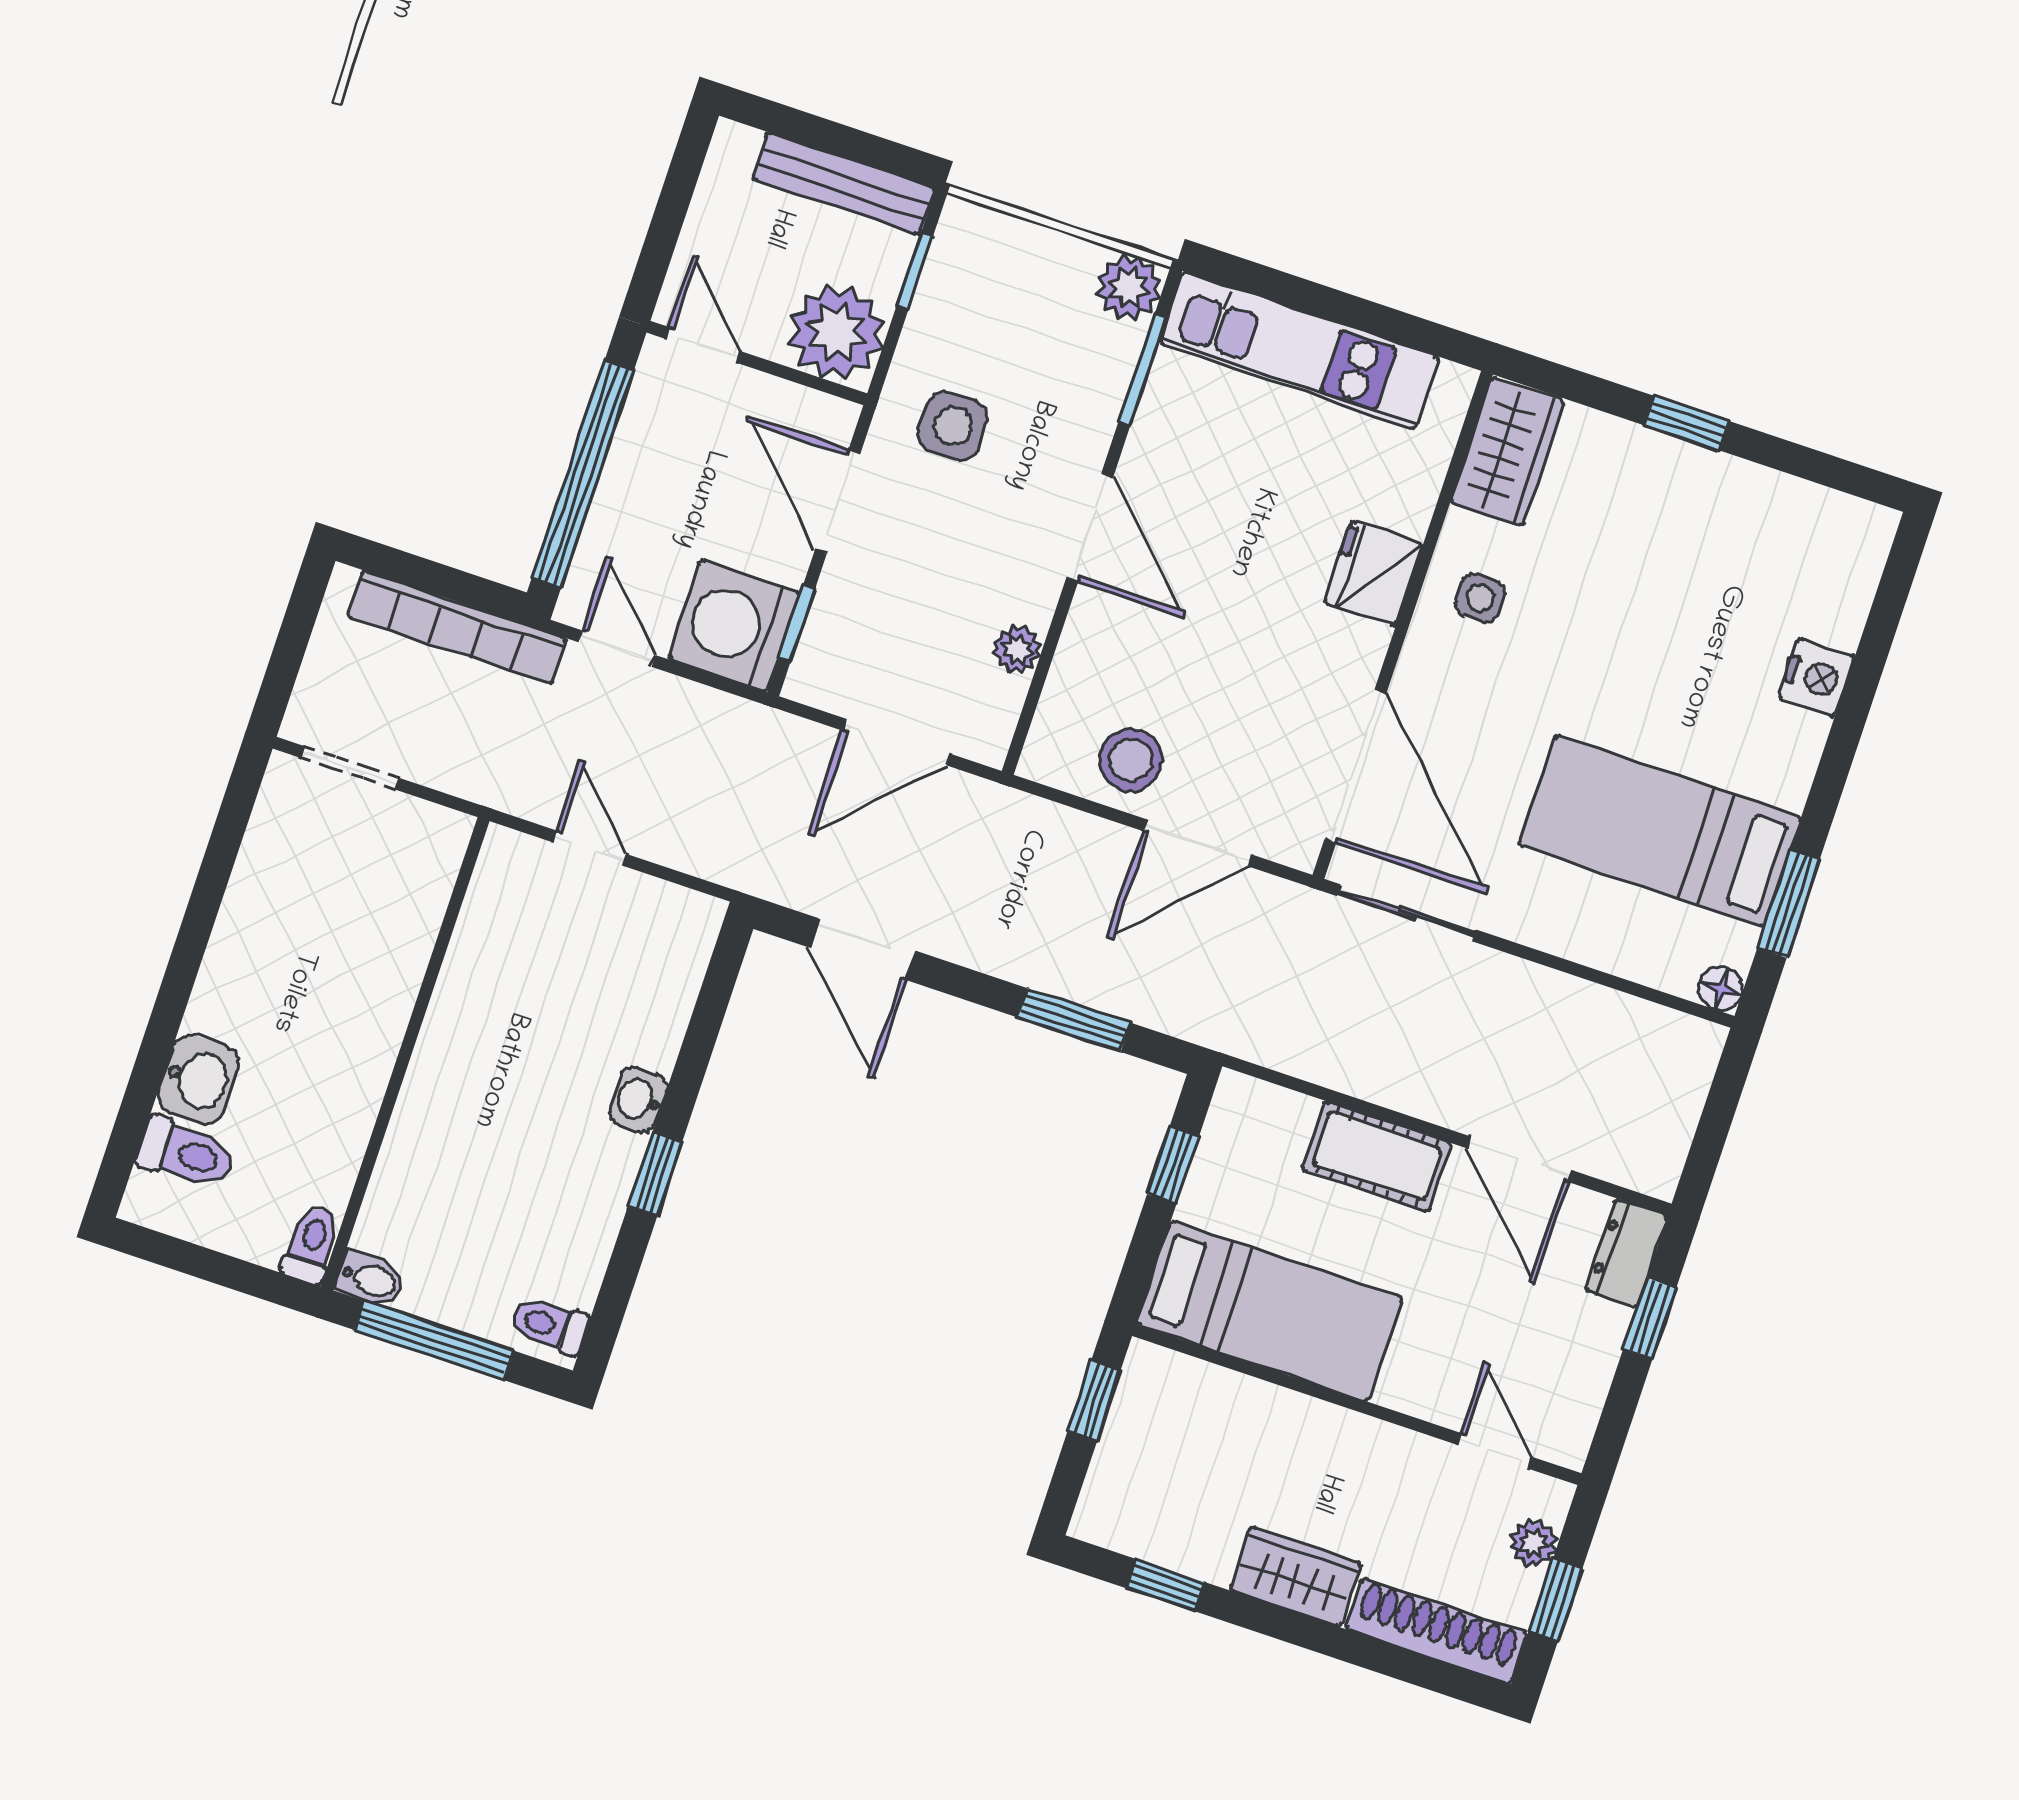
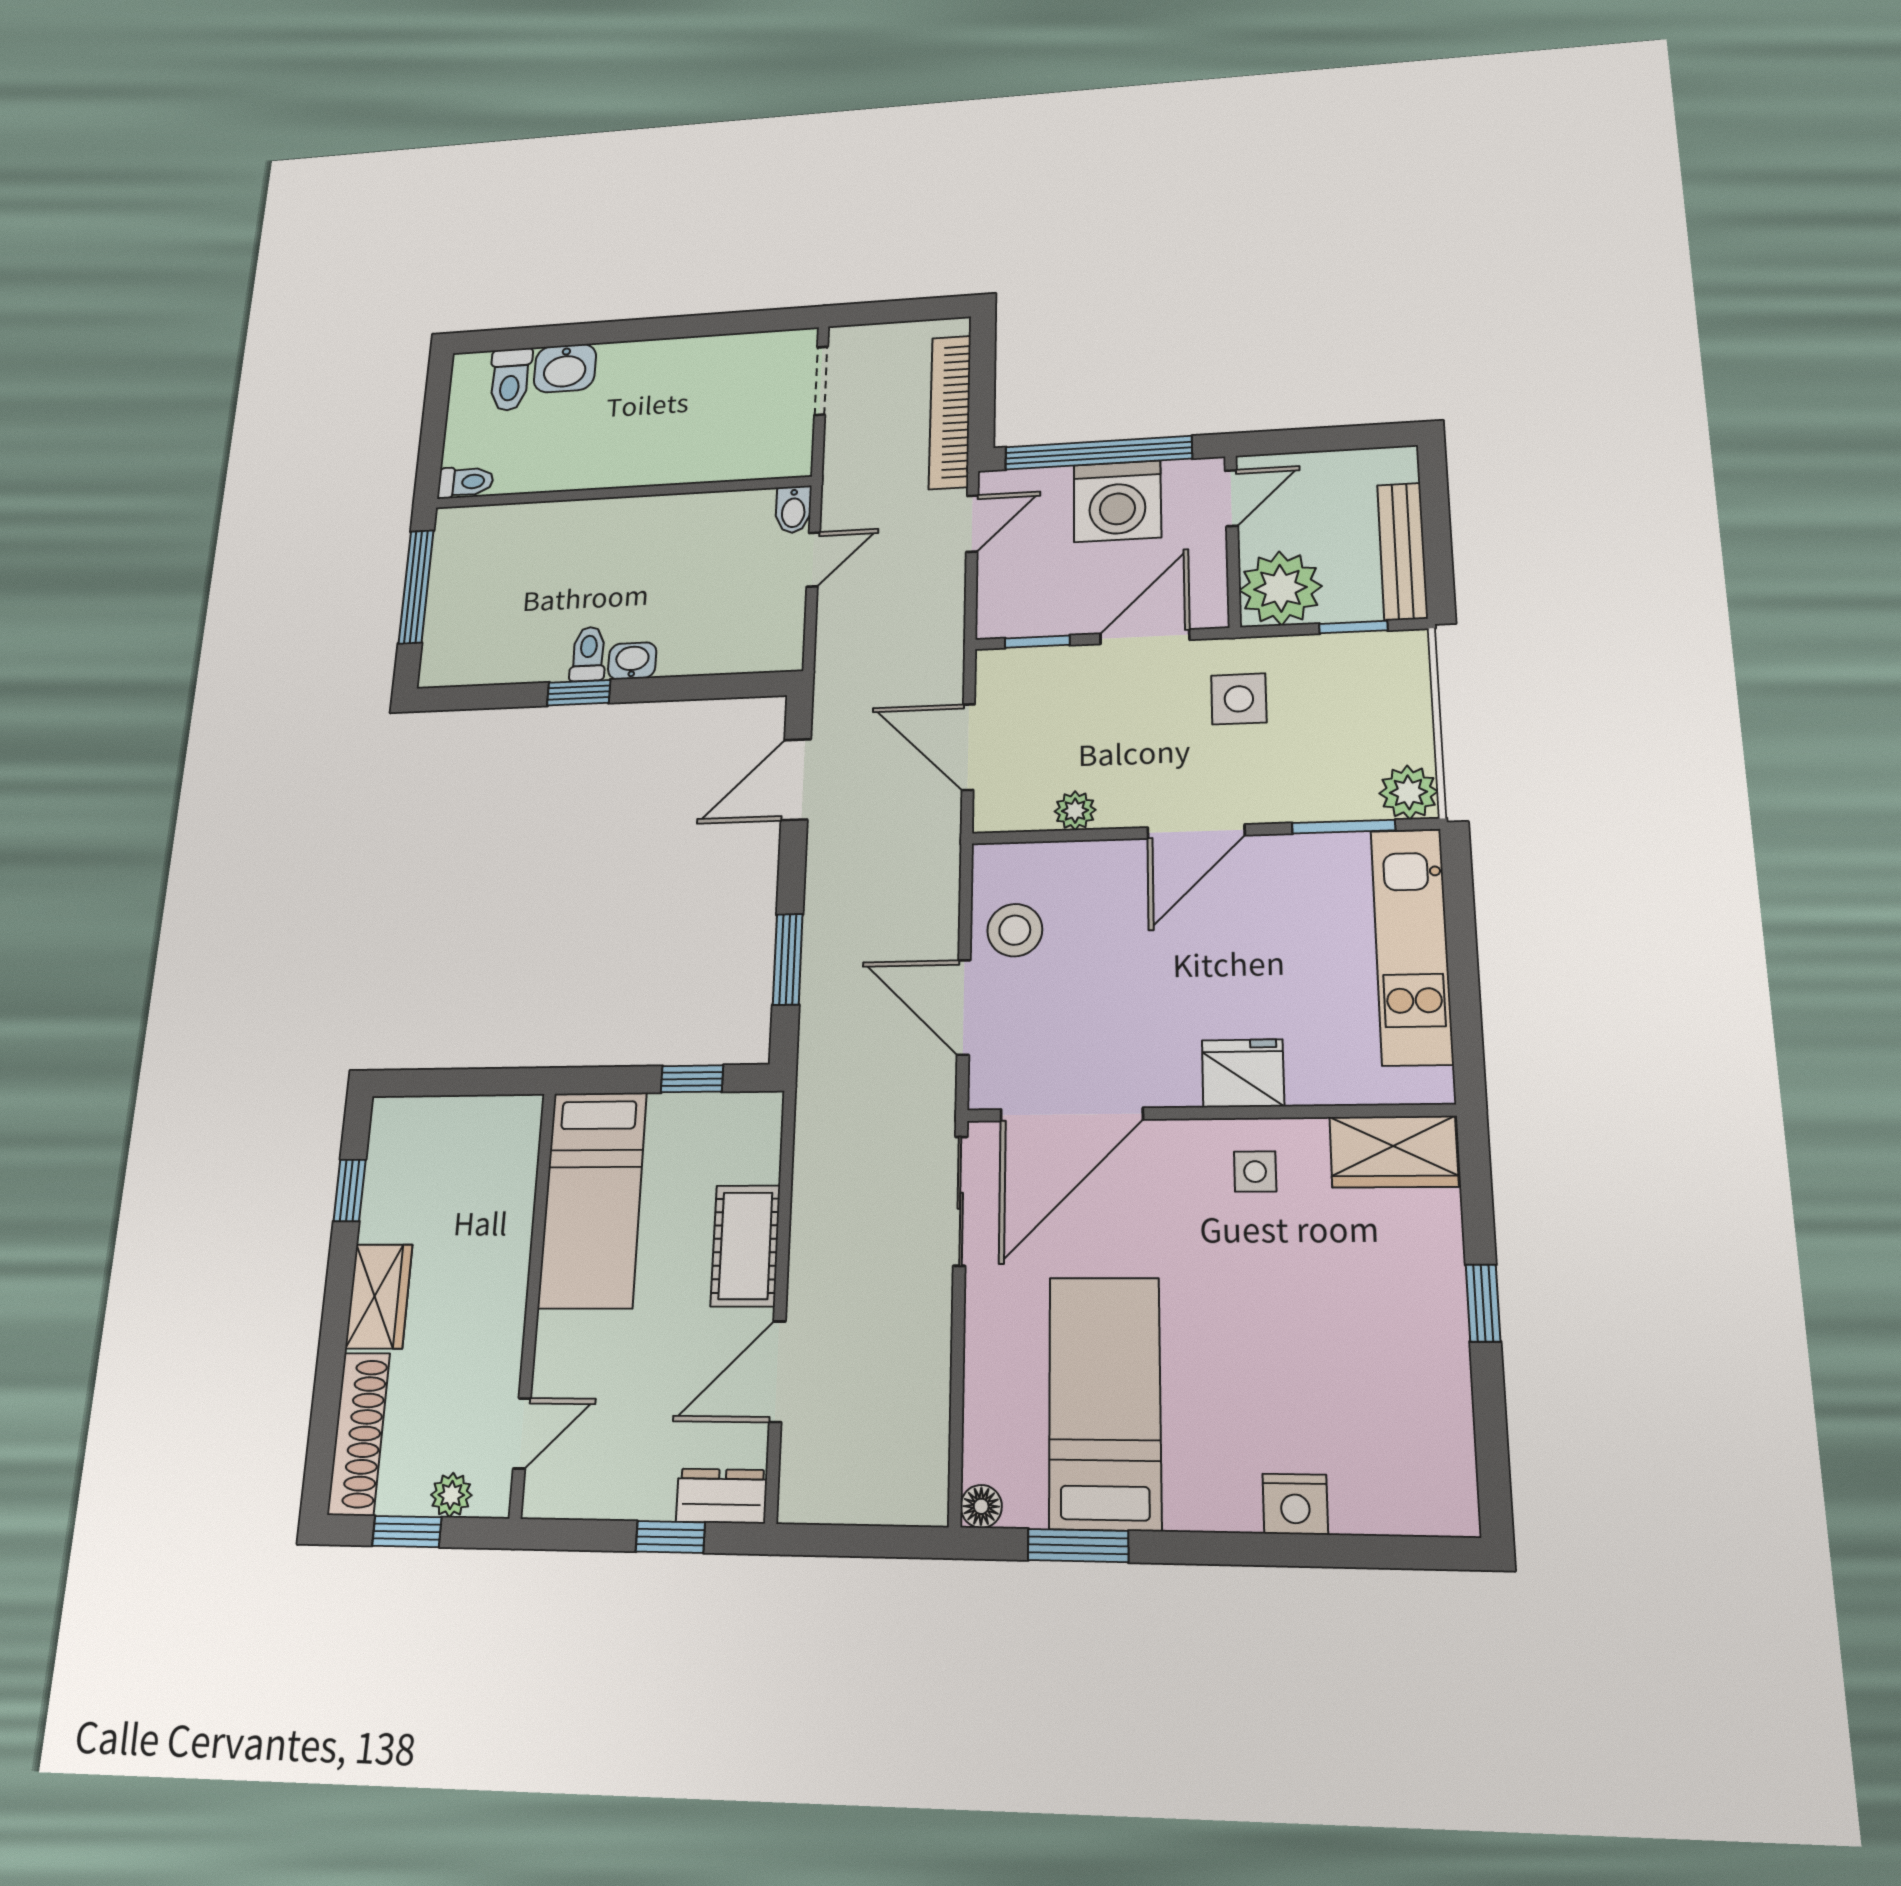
washing machine: (734, 626) -> (1117, 501), moved, turned 180
bidet: (370, 1280) -> (793, 509), moved
toilet: (550, 1325) -> (588, 654), moved
window: (1094, 1401) -> (485, 1082), removed

